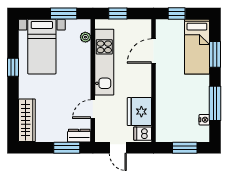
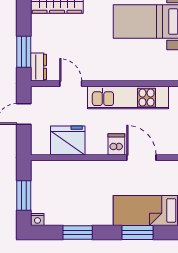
plant: (85, 37) -> (158, 75), removed
window: (215, 103) -> (78, 232), width x0.69
nightstand: (204, 120) -> (37, 219), moved
dishwasher: (143, 134) -> (116, 144), moved

